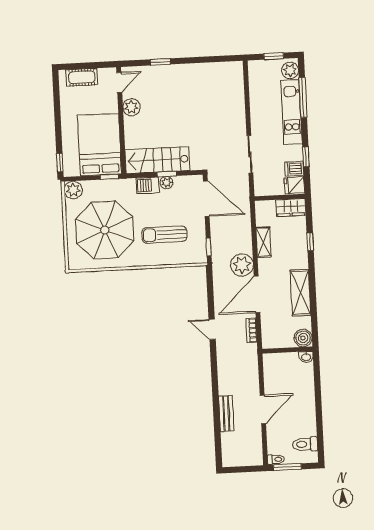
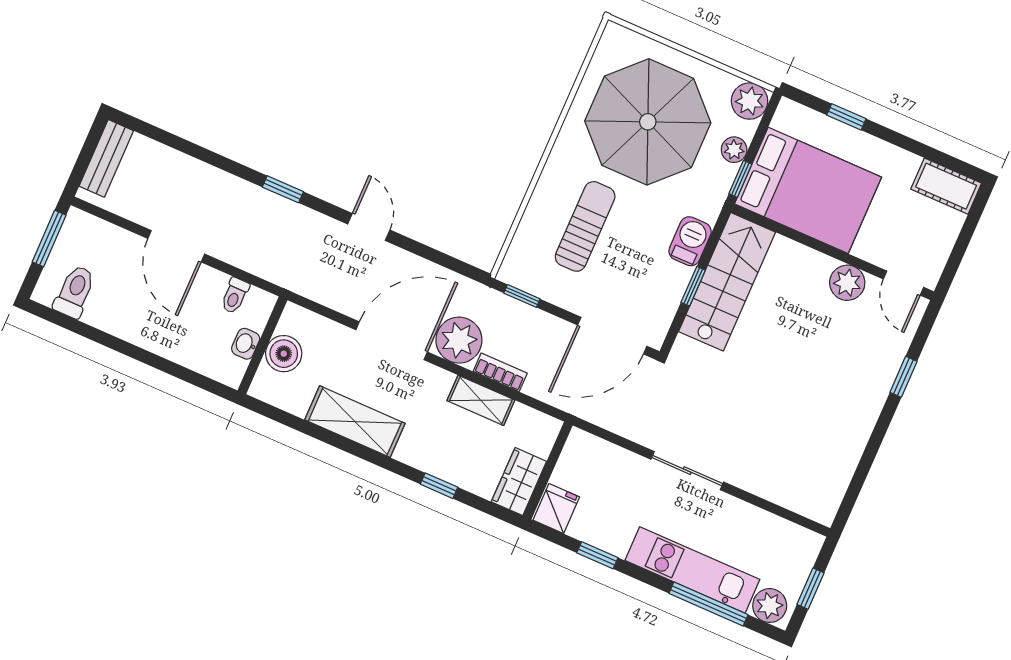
cot: (82, 77) -> (946, 186), moved, turned 90
sliding door: (250, 154) -> (687, 471), moved
window: (60, 163) -> (846, 117), moved
dishwasher: (294, 169) -> (587, 523), removed
plant: (166, 183) -> (734, 150), moved
door: (257, 294) -> (392, 341), hinge flipped
door: (212, 329) -> (369, 227), hinge flipped
bookcase: (252, 330) -> (500, 372), moved
boiler: (303, 338) -> (284, 354), moved
washbasin: (306, 357) -> (246, 344), moved
window: (214, 375) -> (283, 189), added
bench: (226, 413) -> (106, 158), moved, turned 90
toilet: (276, 459) -> (235, 296), moved

